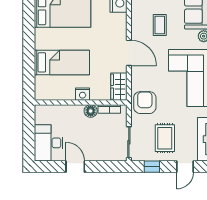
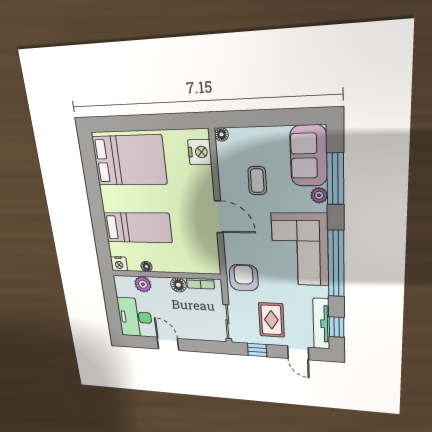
wardrobe: (119, 87) -> (210, 258), removed
nightstand: (83, 94) -> (119, 264), moved
floor lamp: (65, 96) -> (146, 267), added
plant: (60, 112) -> (143, 284), added
door: (185, 167) -> (298, 353), hinge flipped

